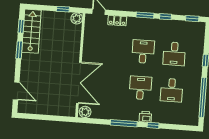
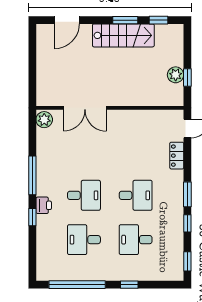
plant: (77, 18) -> (176, 75), moved
stairs: (31, 31) -> (123, 35), moved
double door: (79, 83) -> (85, 108), width x0.73

